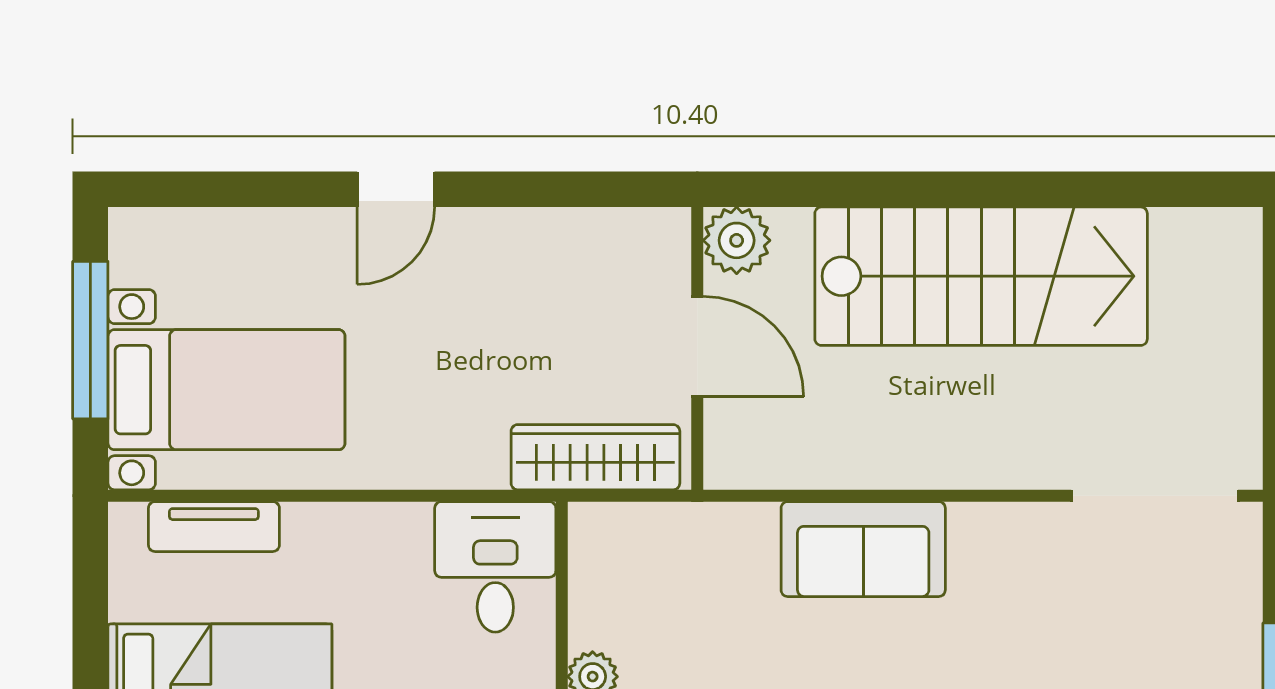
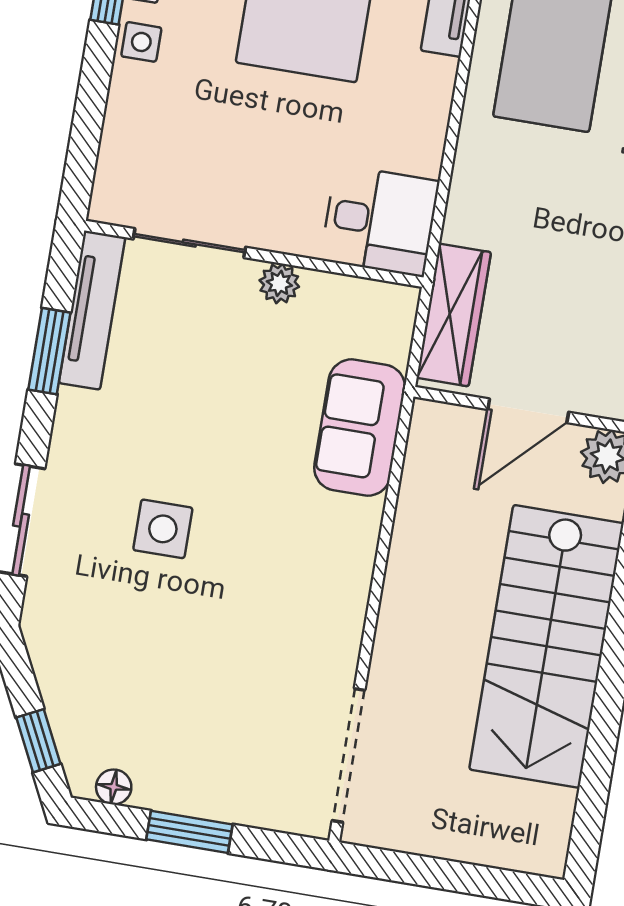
sofa: (863, 549) -> (360, 428), moved

